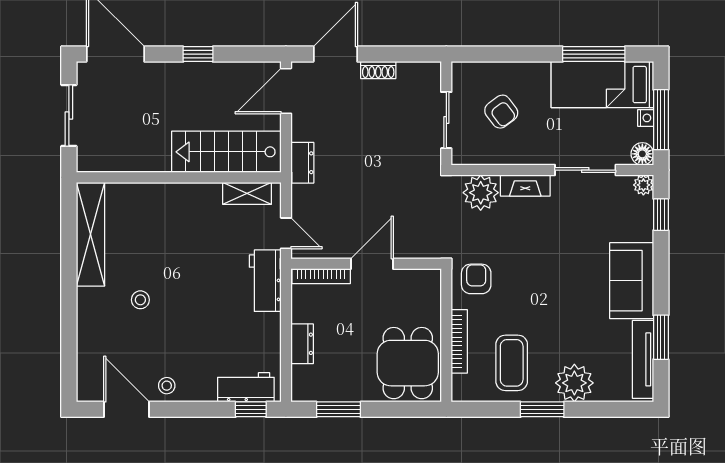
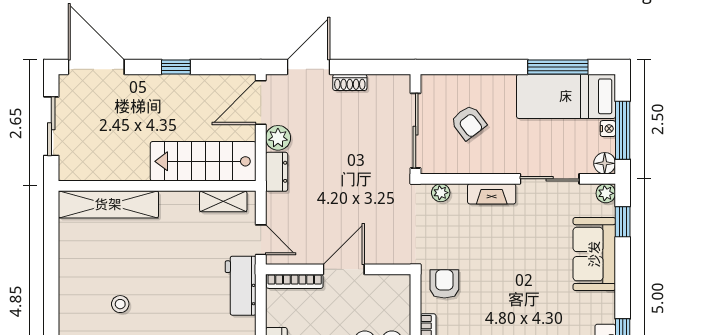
sliding door: (446, 120) -> (416, 131), width x1.37
plant: (304, 128) -> (278, 138), added
plant: (481, 193) -> (441, 193), width x0.53, depth x0.53
shelving: (90, 234) -> (108, 204), moved, turned 90
sofa: (632, 281) -> (594, 254), moved

